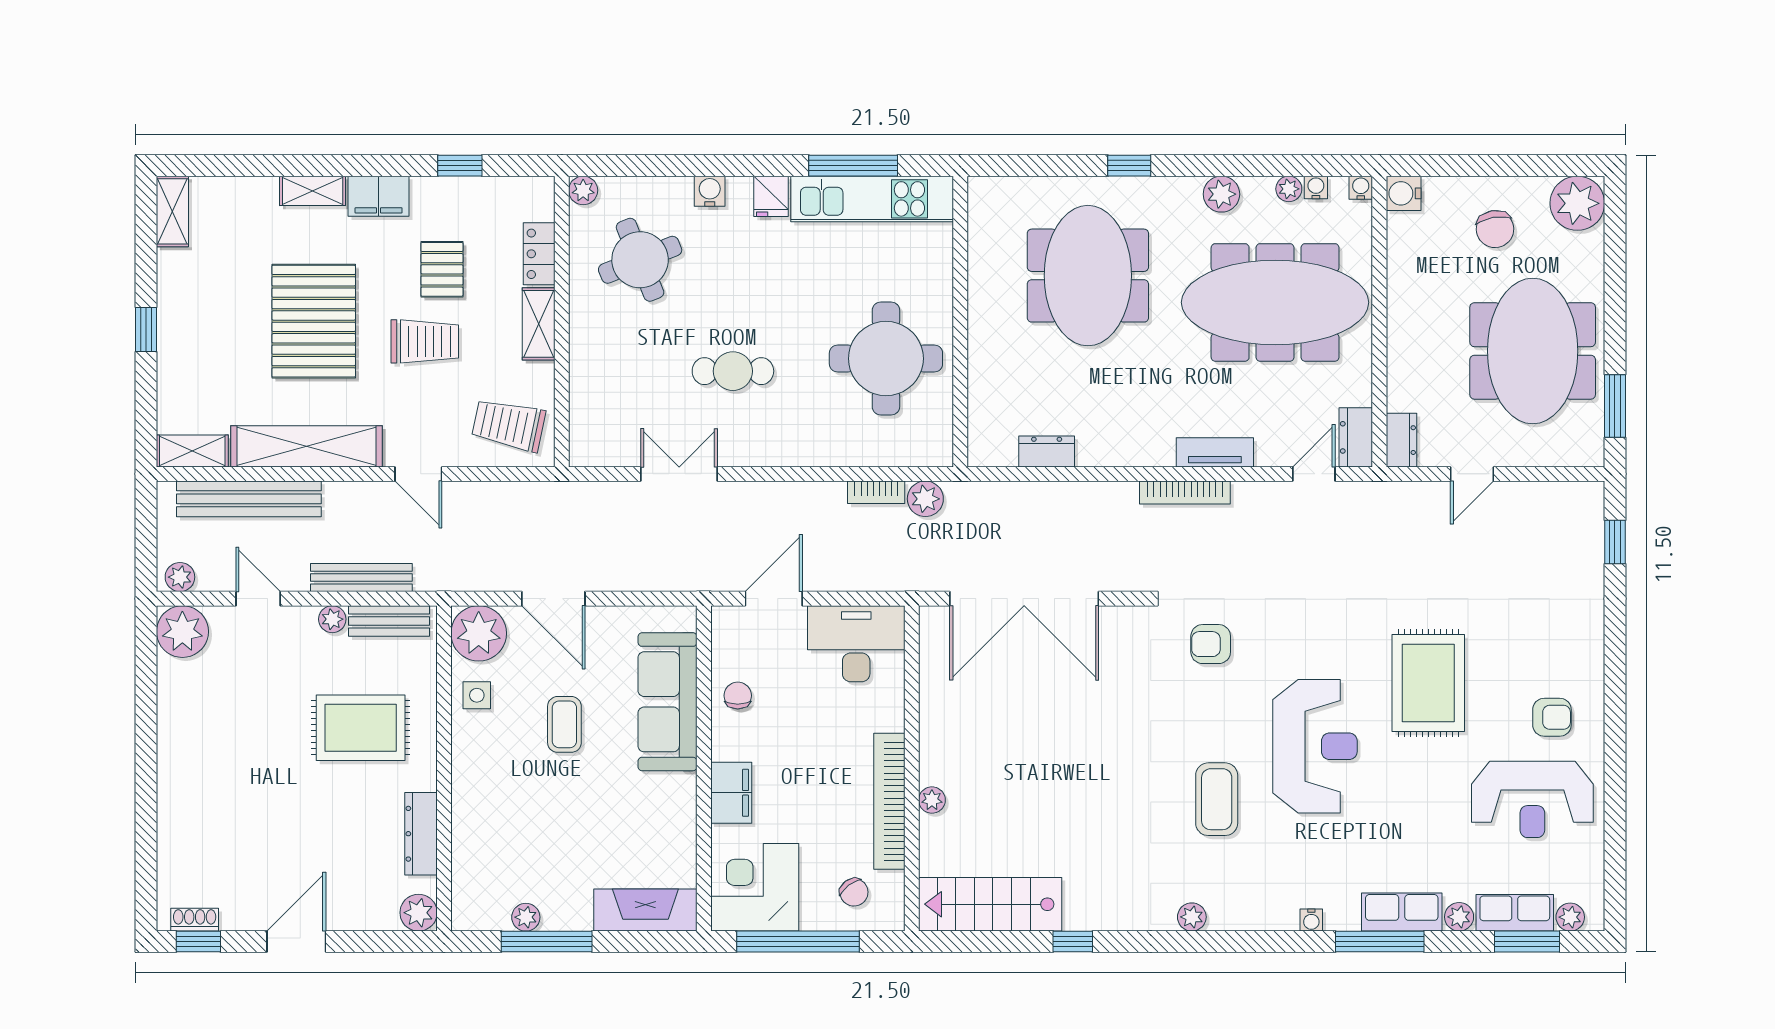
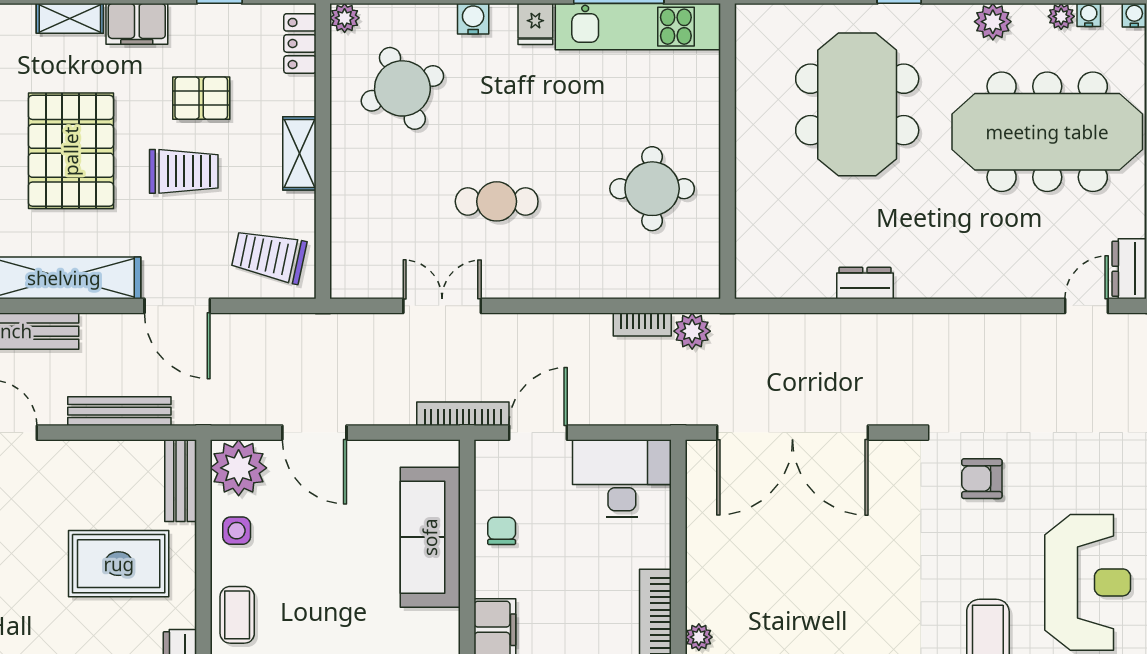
locker: (539, 254) -> (300, 43), moved
pallet: (442, 269) -> (201, 98), turned 90
round table: (886, 359) -> (652, 189), width x0.73, depth x0.73
dresser: (1047, 451) -> (865, 283), moved
tv unit: (1215, 452) -> (986, 284), removed
door: (418, 474) -> (177, 306), width x1.38
bookcase: (1185, 492) -> (463, 414), moved, turned 180
plant: (332, 619) -> (90, 453), removed
bench: (389, 621) -> (181, 481), moved, turned 90
coffee table: (564, 724) -> (237, 615), moved

